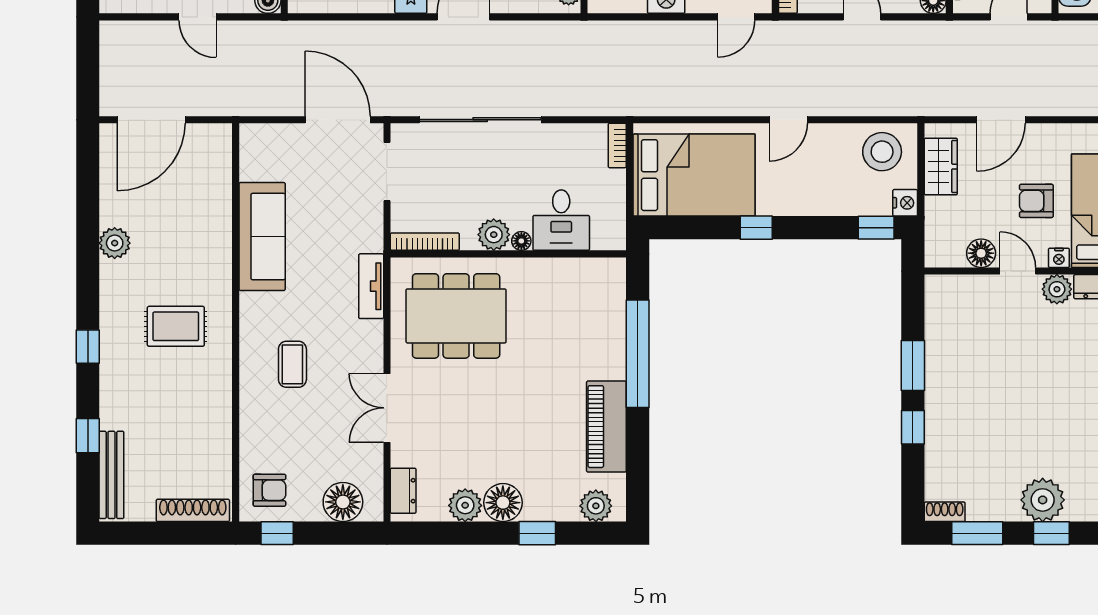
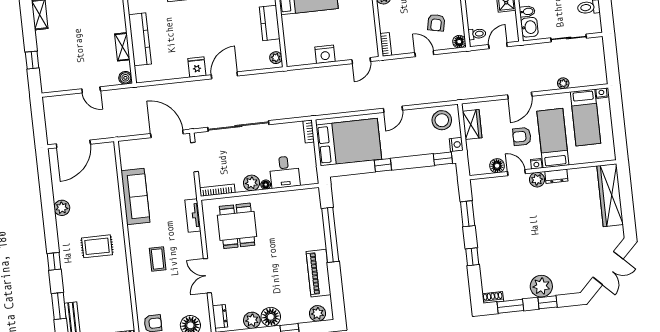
door: (1001, 120) -> (520, 95), moved
dining table: (456, 316) -> (237, 226), width x0.73
window: (913, 366) -> (468, 214), moved
window: (88, 436) -> (59, 306), width x1.50

